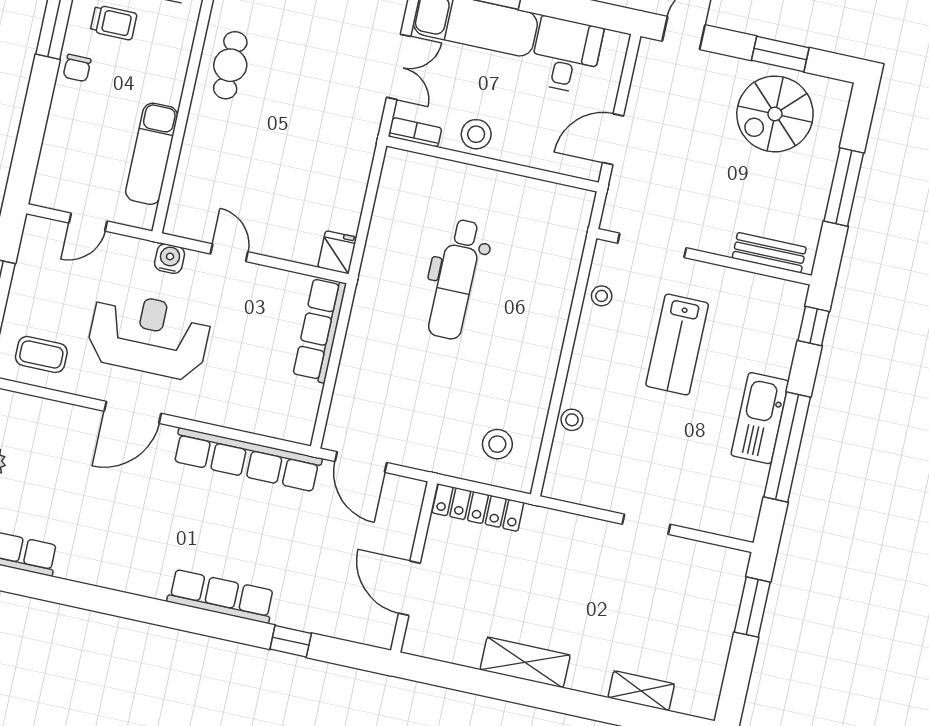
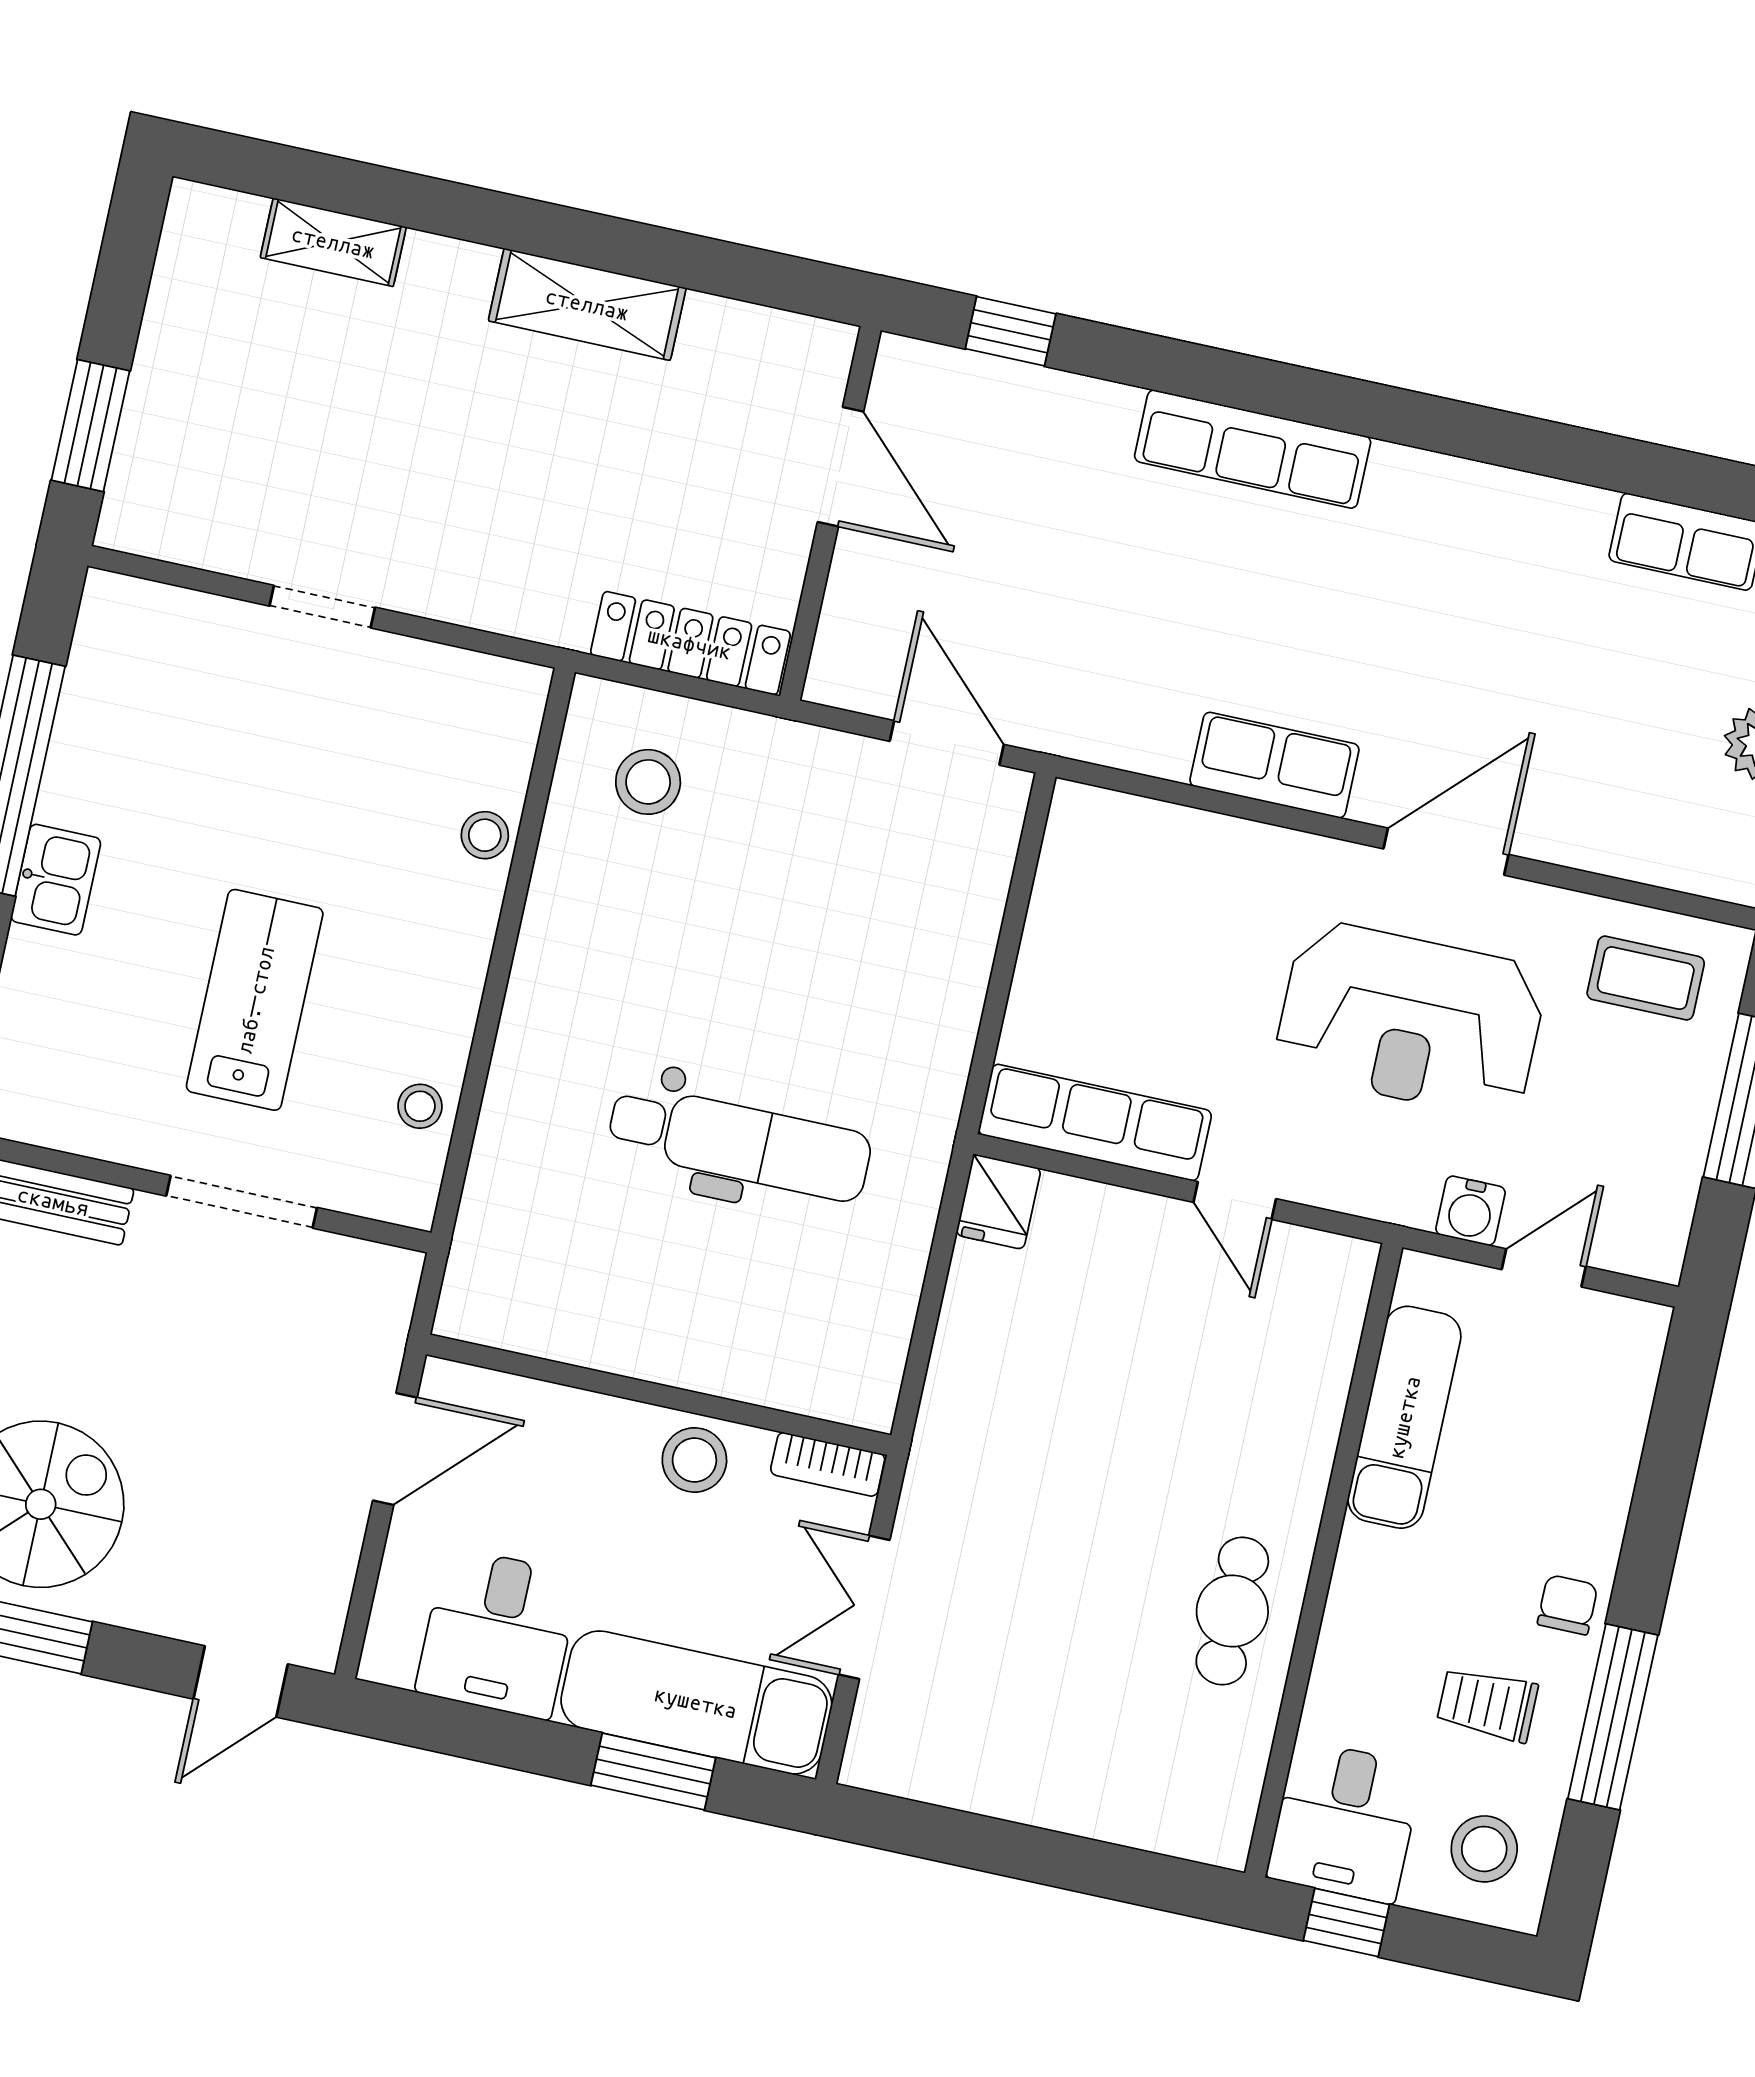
doorway: (652, 245) -> (242, 1202), moved
water cooler: (170, 259) -> (1471, 1211), moved
dental chair: (456, 279) -> (740, 1143), turned 90
row of seats: (320, 330) -> (1095, 1123), moved, turned -90
kitchen sink: (760, 418) -> (56, 880), width x0.53, depth x0.81
row of seats: (247, 460) -> (1274, 765), width x0.50
window: (291, 641) -> (1011, 331), moved

